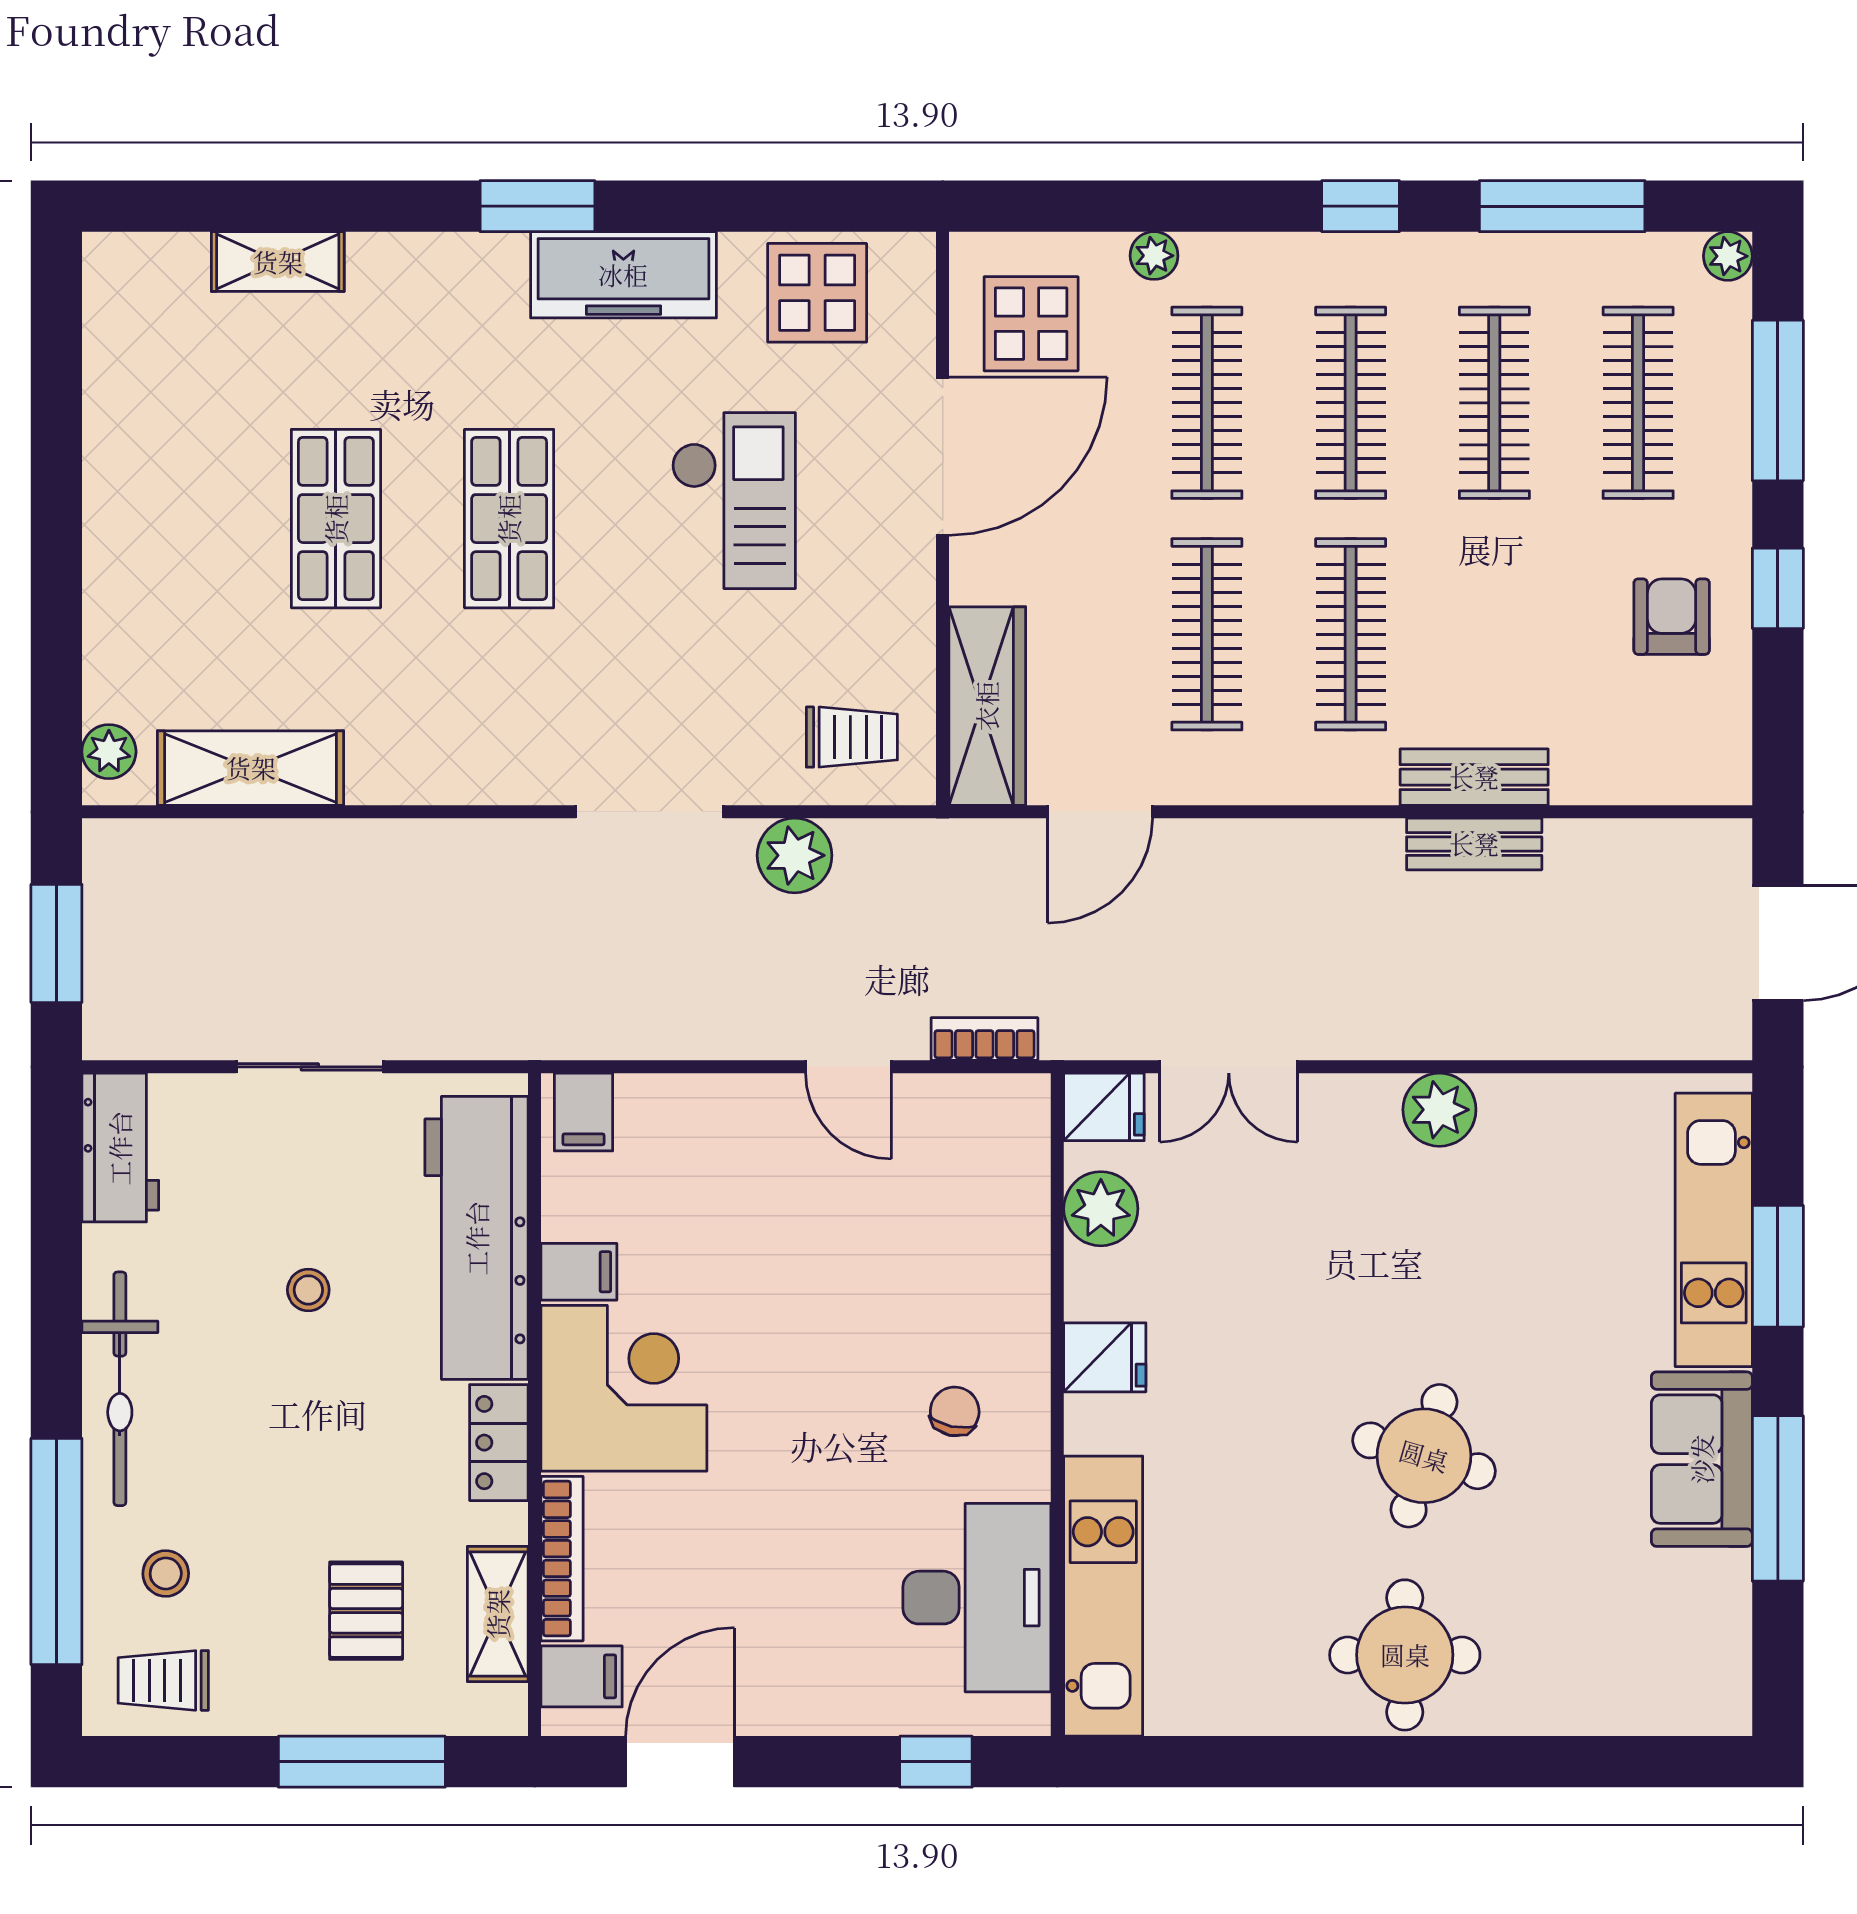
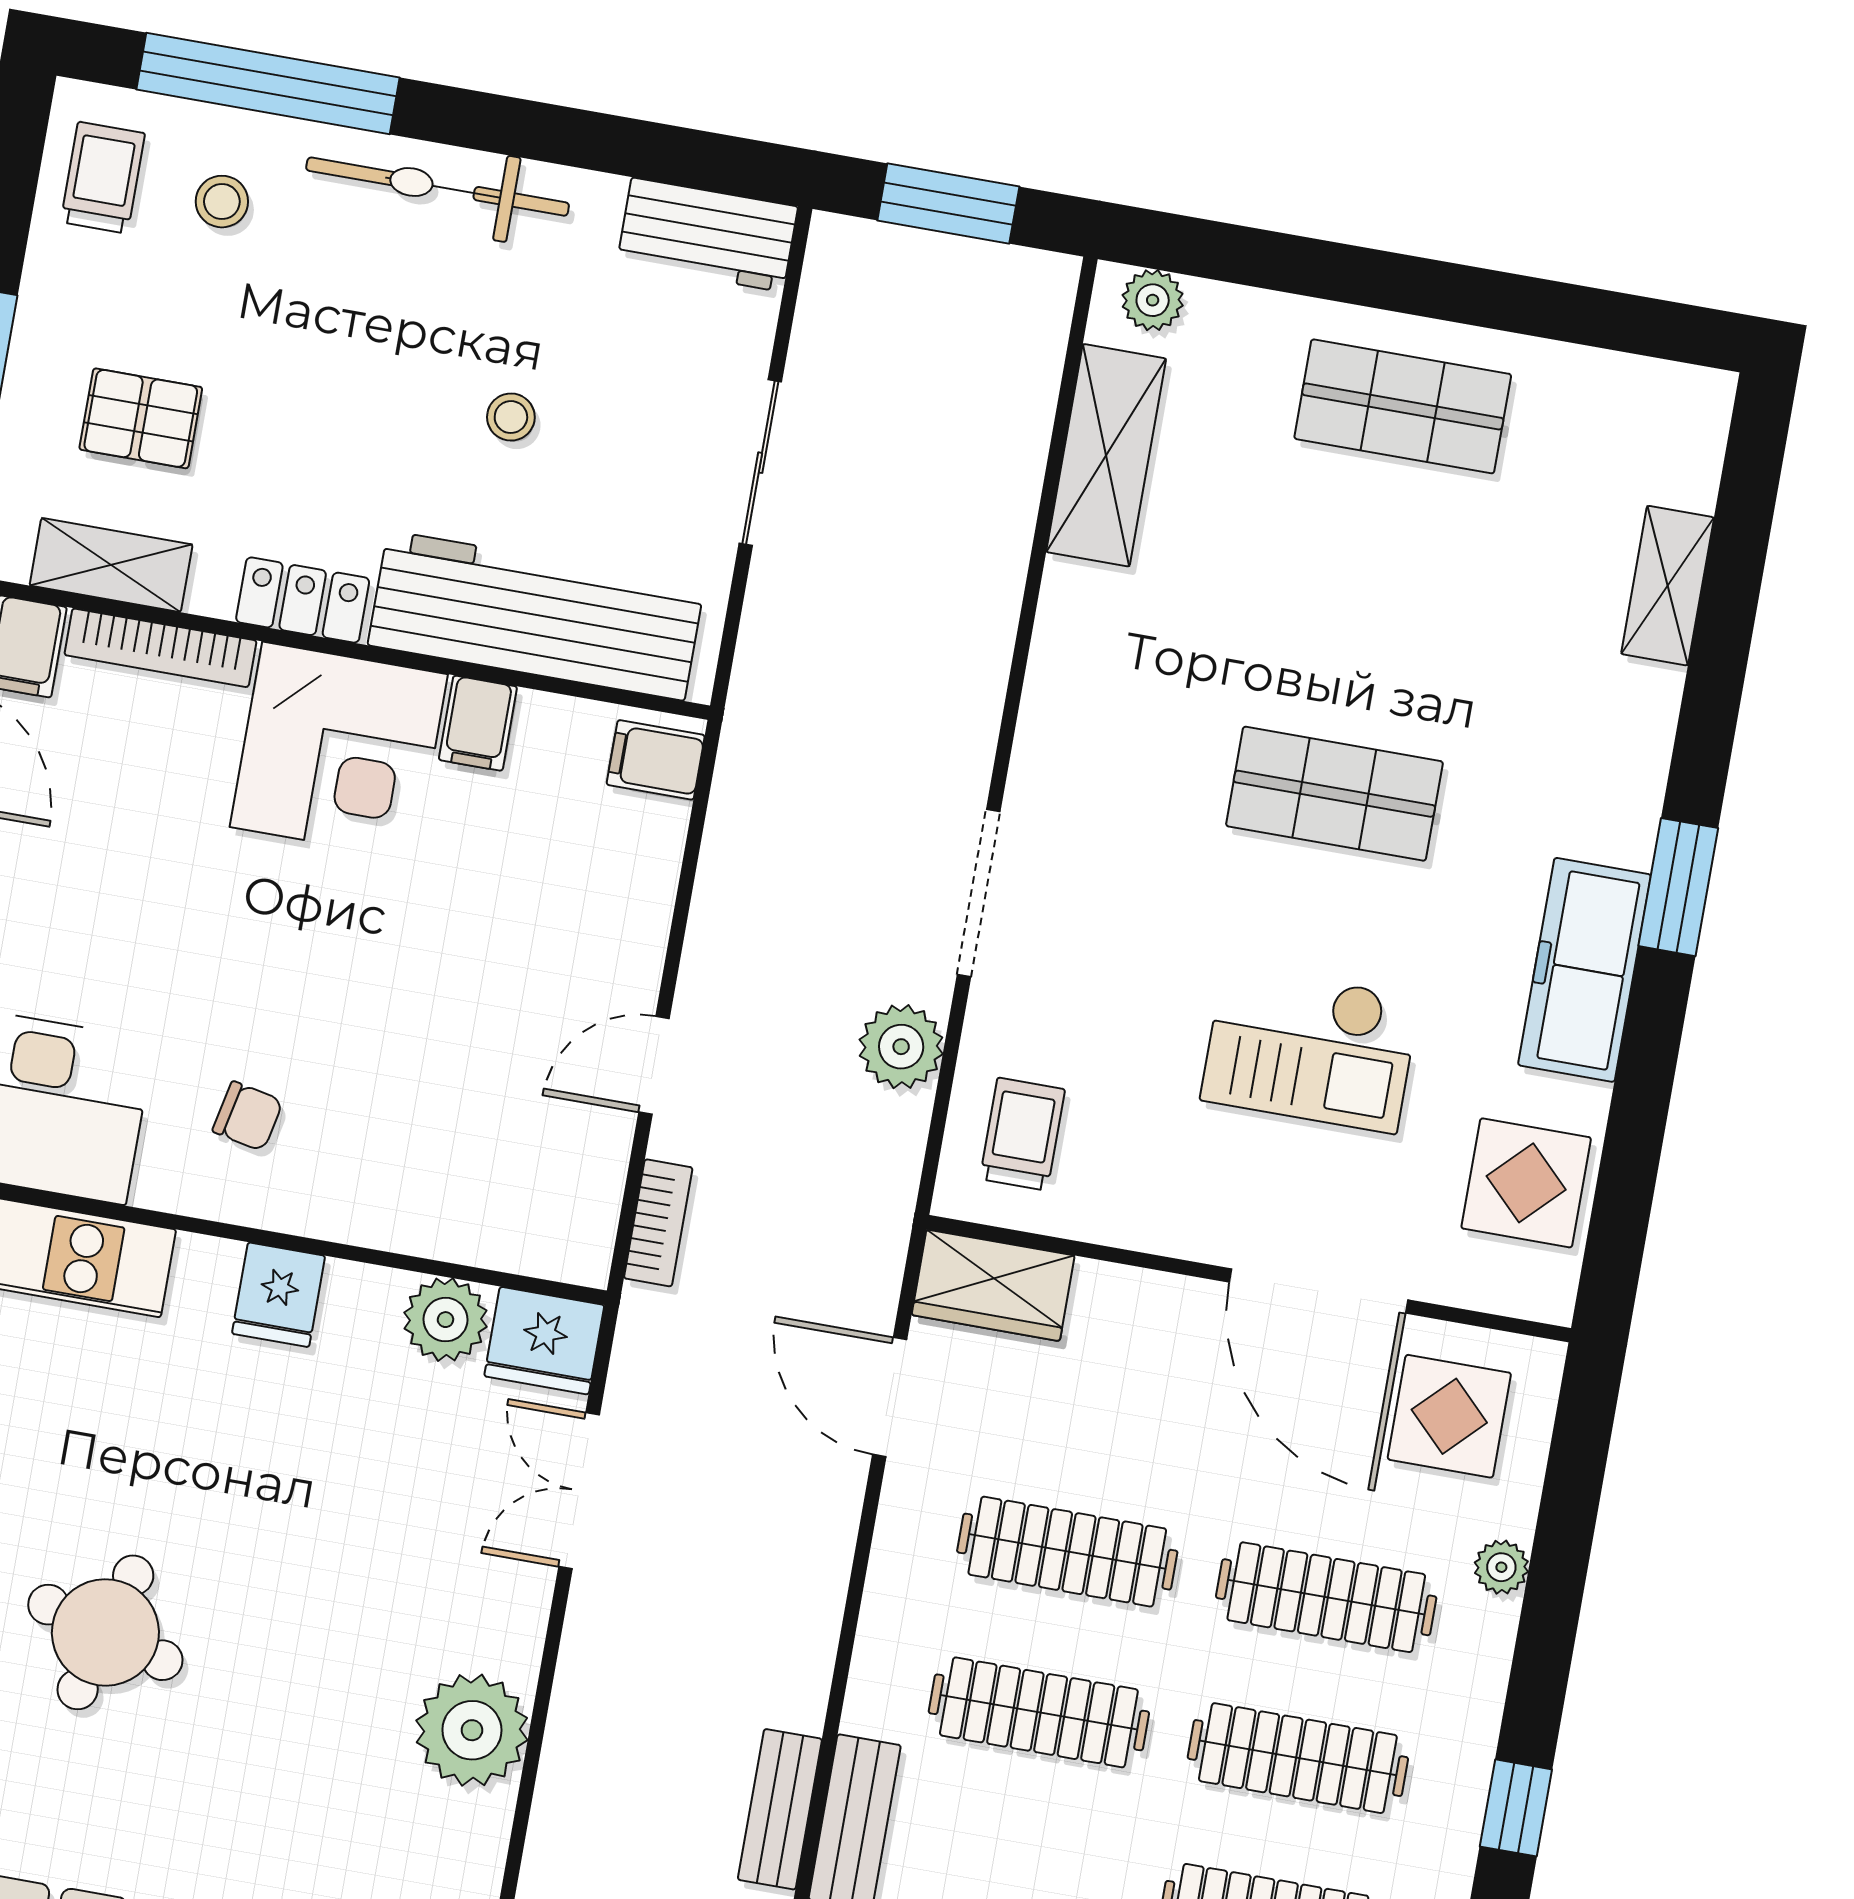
shop shelf: (336, 519) -> (1403, 406), moved
wardrobe: (987, 706) -> (993, 1285), width x0.67
trolley: (852, 737) -> (1022, 1134), turned 180
fridge: (1104, 1107) -> (544, 1341), width x1.38
plant: (1439, 1110) -> (472, 1730), width x1.36, depth x1.36

